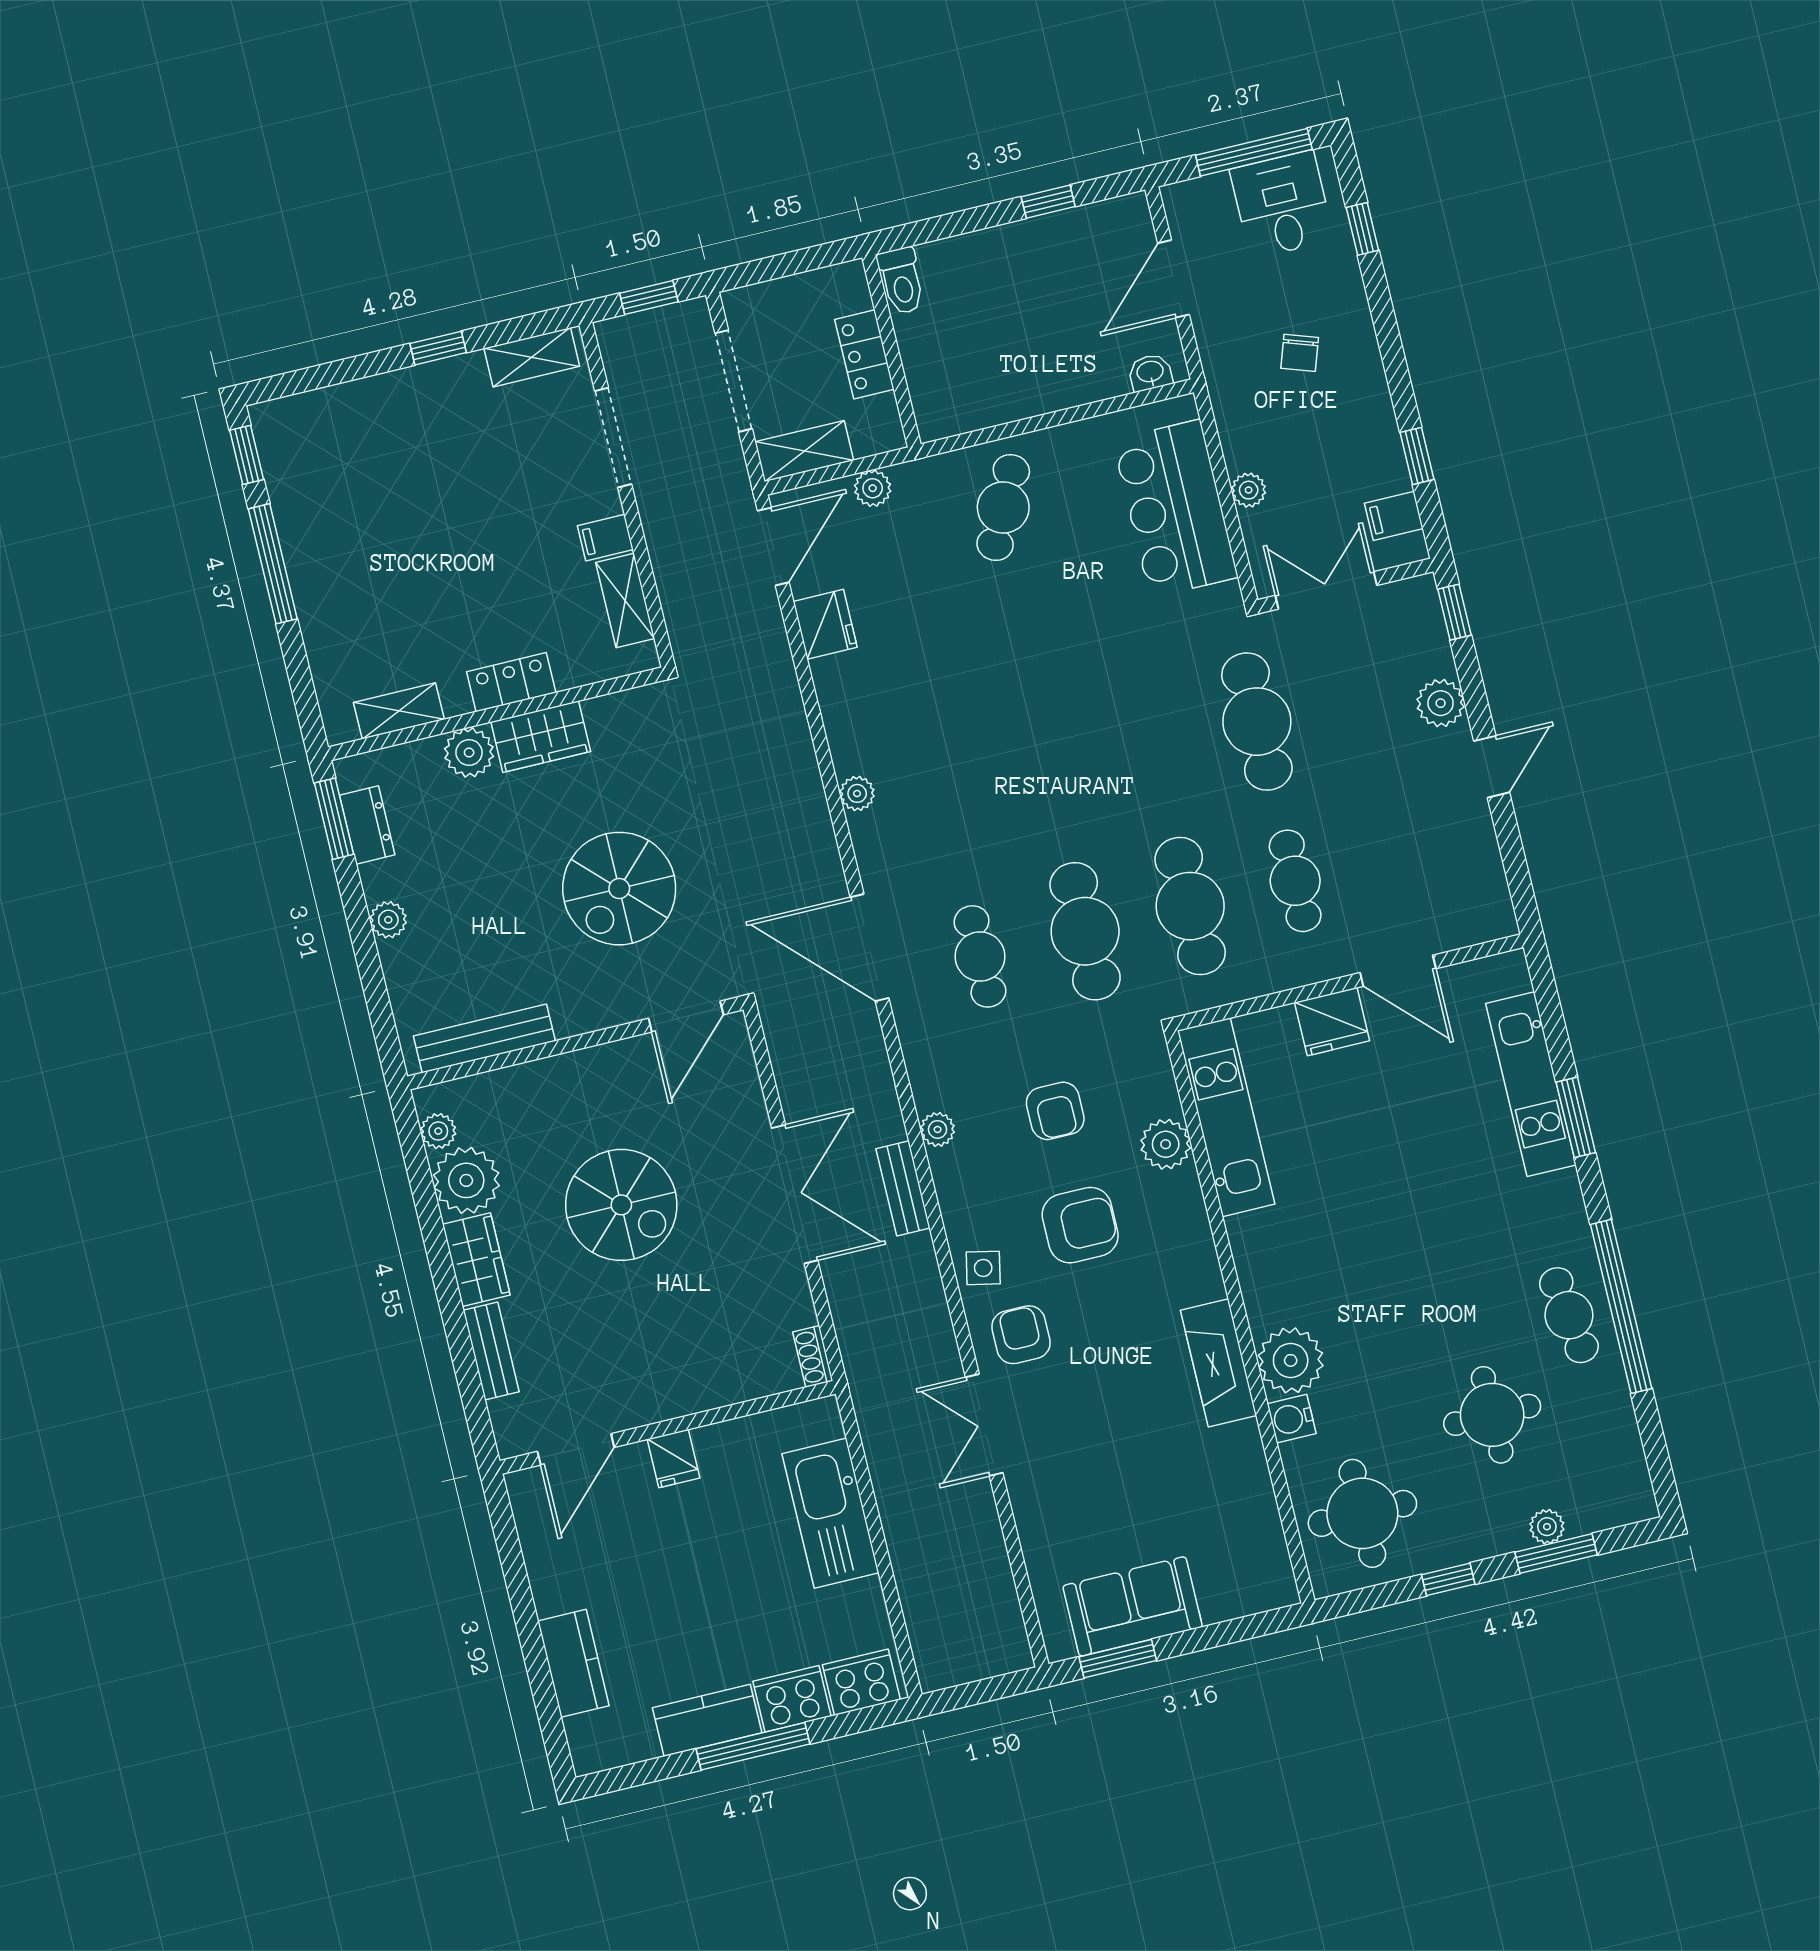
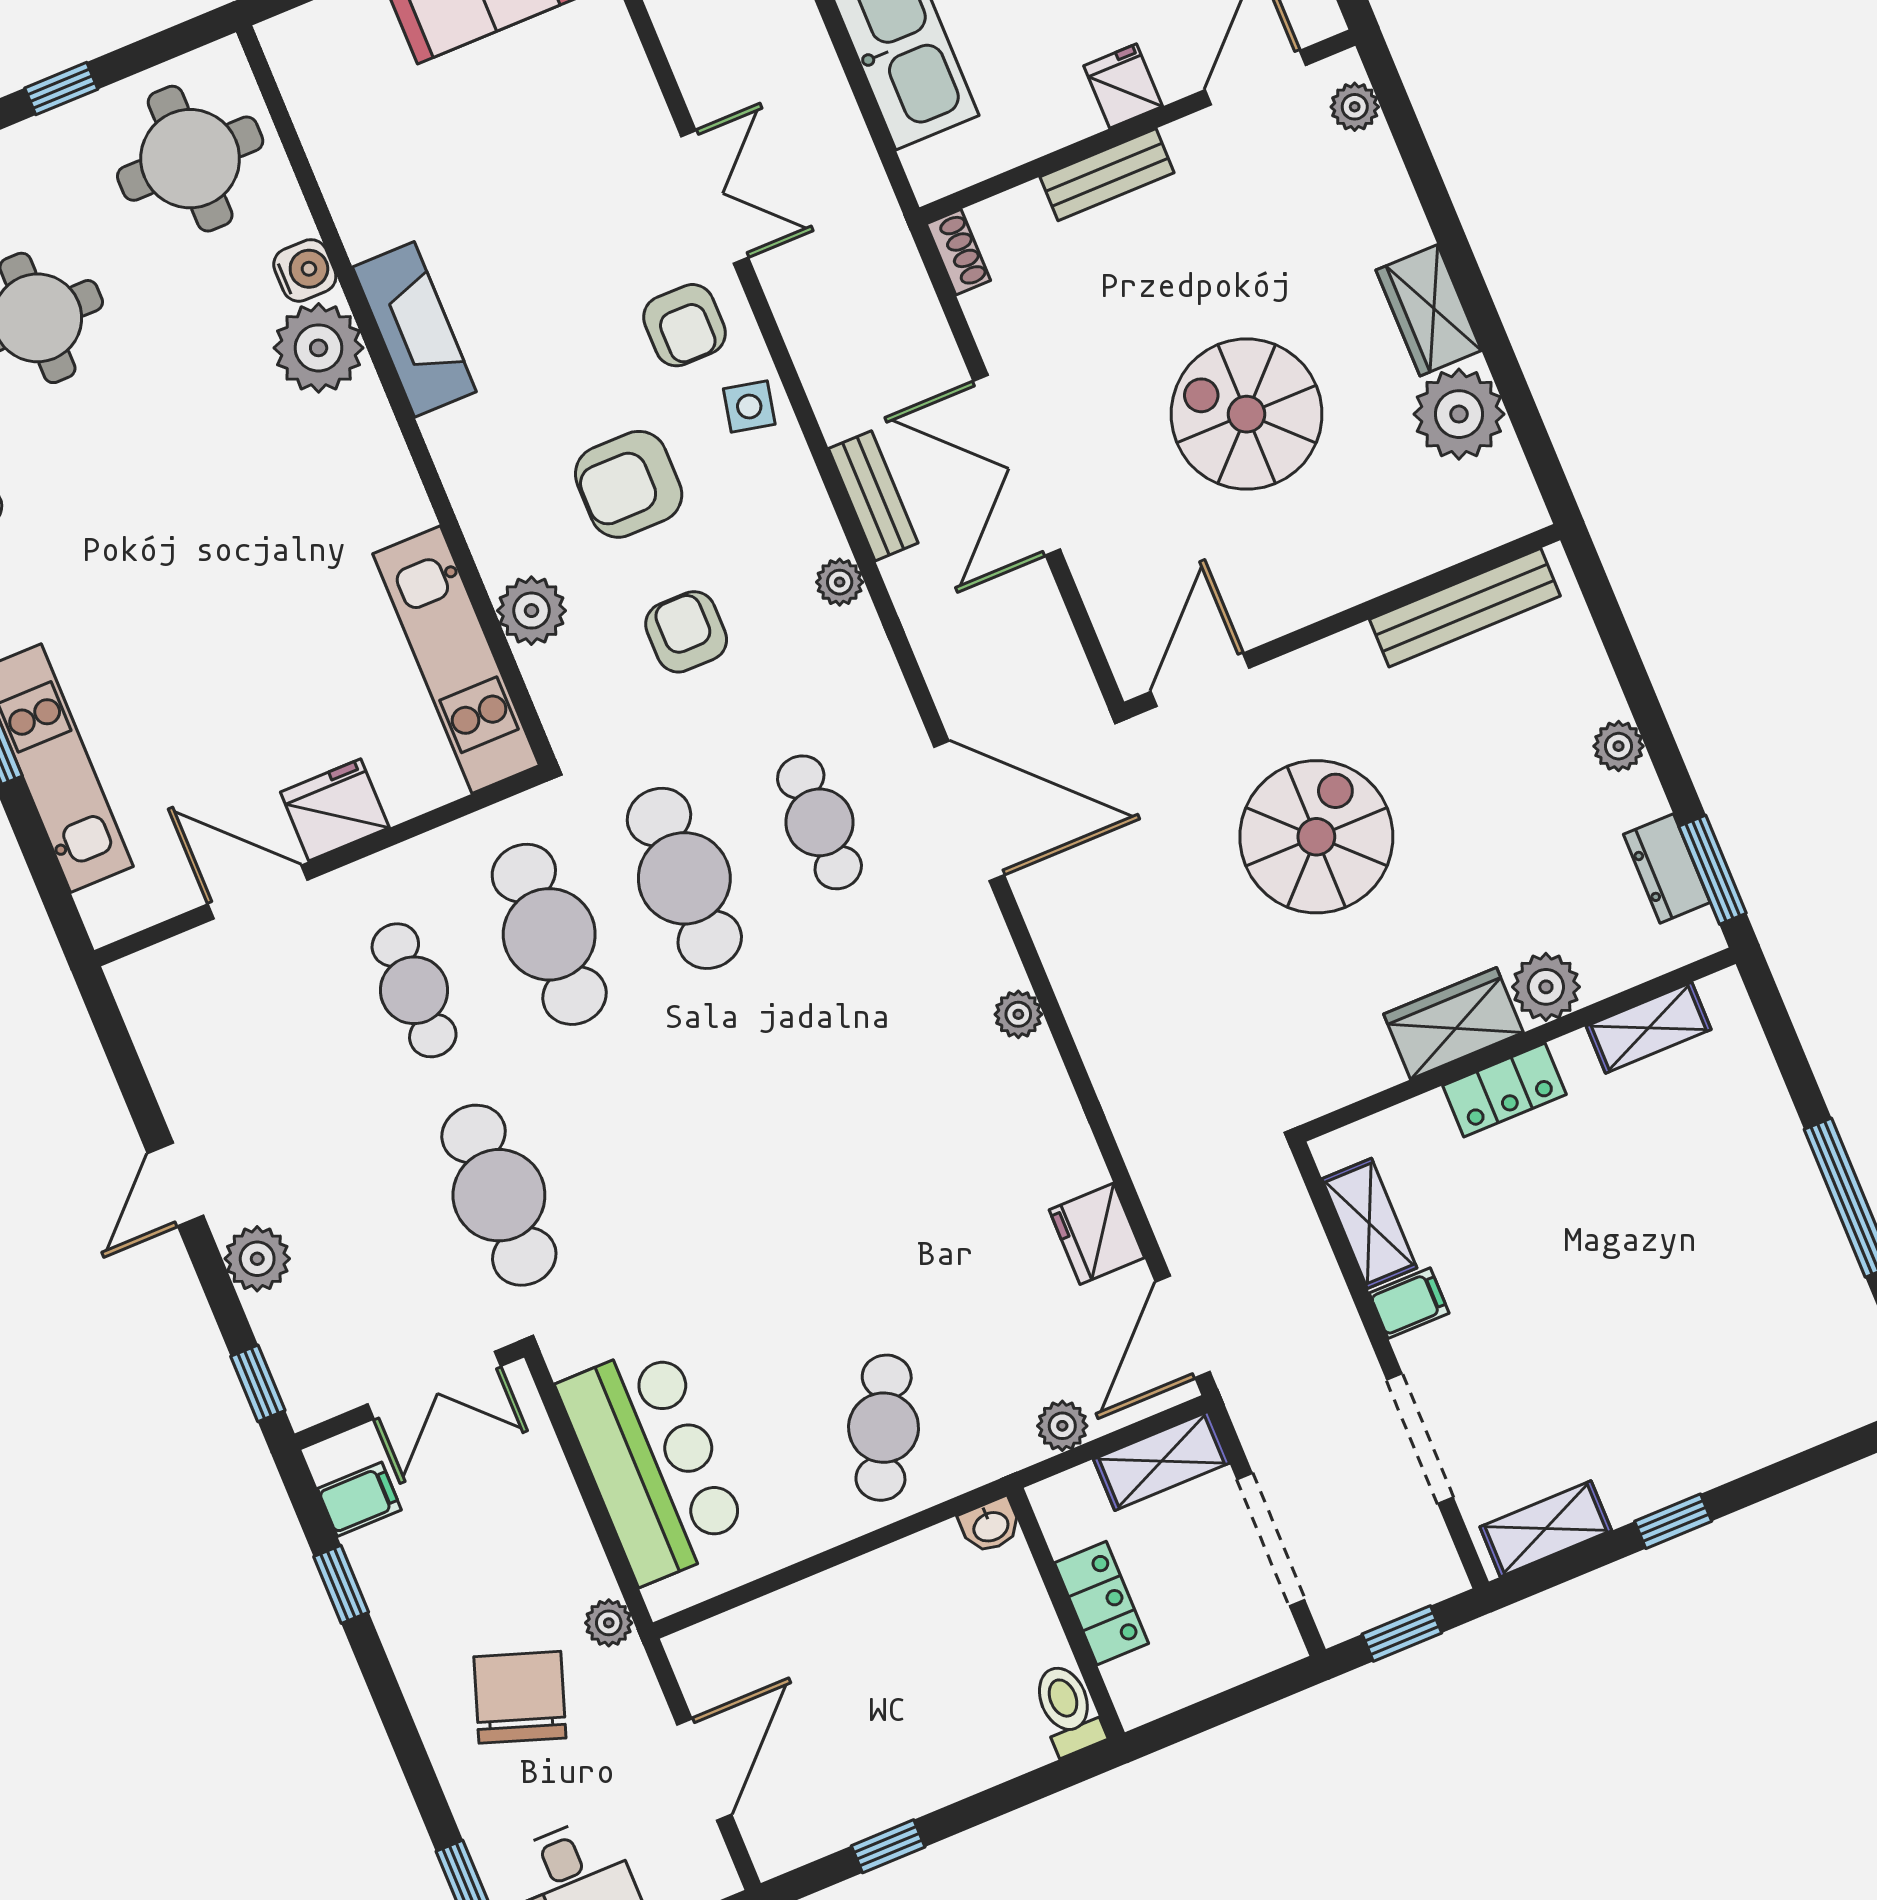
chair: (1300, 353) -> (520, 1697), width x1.87, depth x1.87
washbasin: (1150, 372) -> (990, 1526), moved
plant: (1249, 490) -> (609, 1623), moved
plant: (438, 1131) -> (1355, 107), moved
bench: (491, 1351) -> (1107, 175), moved, turned 90

